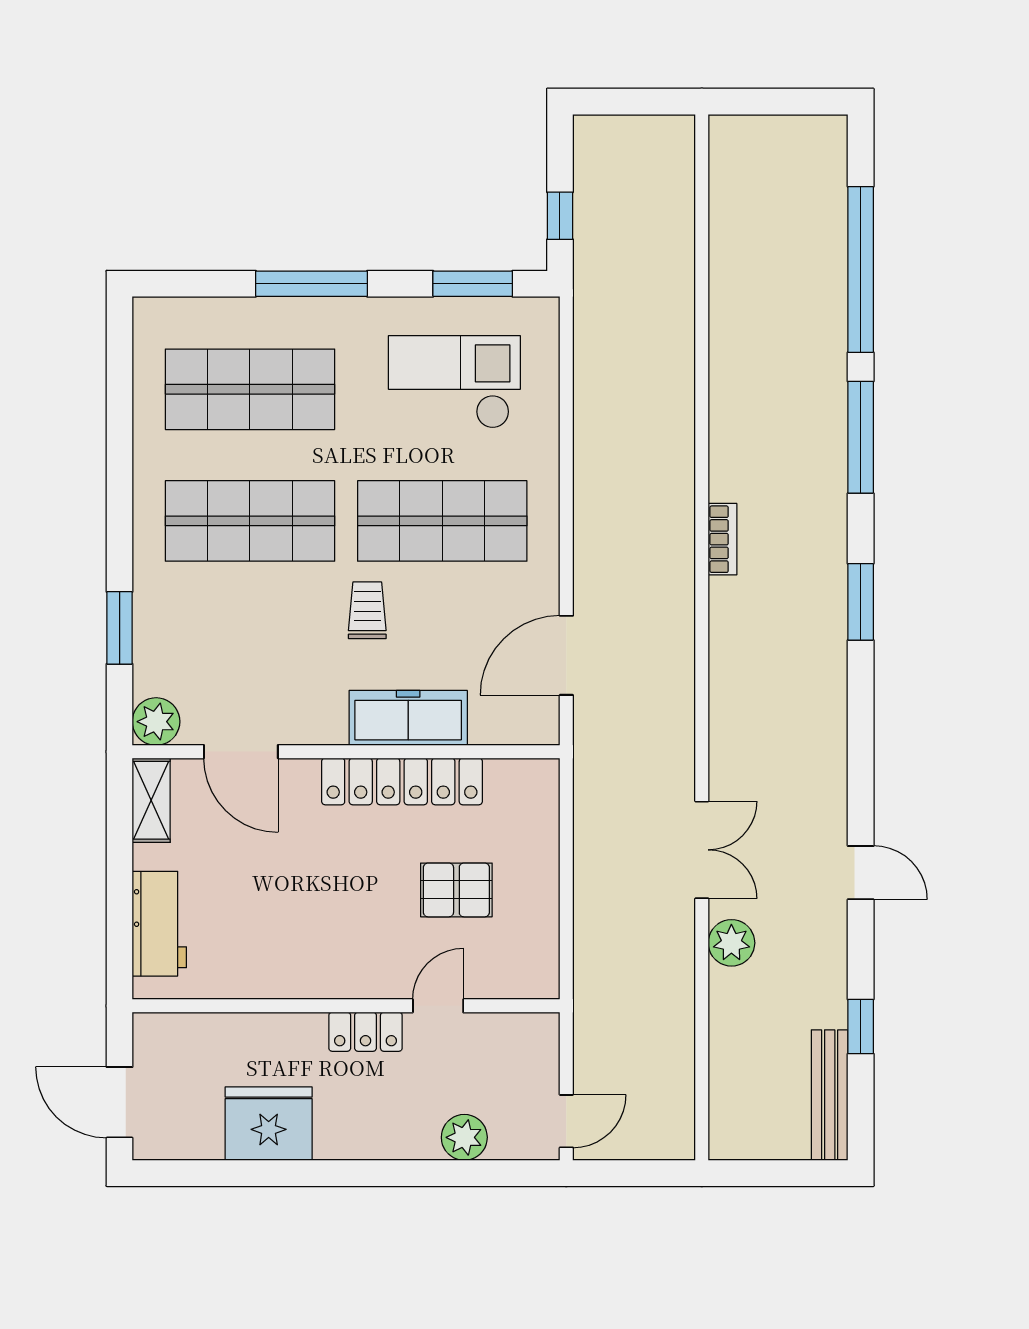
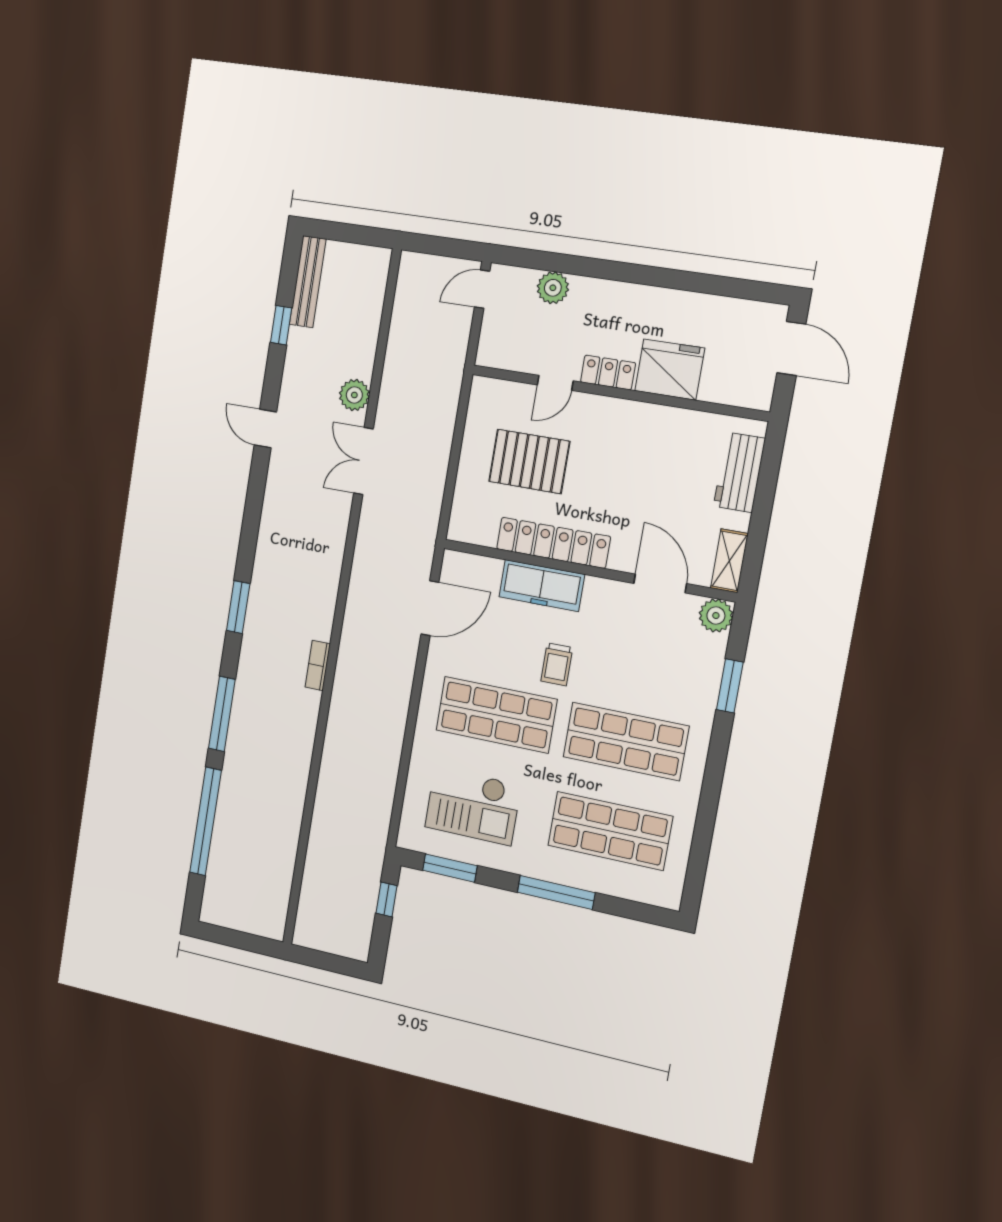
pallet: (456, 890) -> (529, 461), width x1.50, depth x1.42
fridge: (269, 1124) -> (670, 370), moved, turned 180

